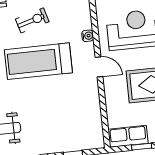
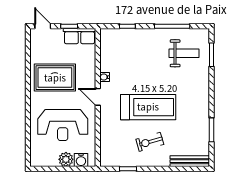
water cooler: (88, 36) -> (105, 77), moved

